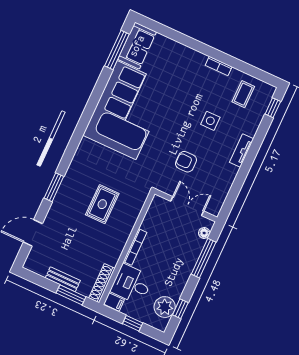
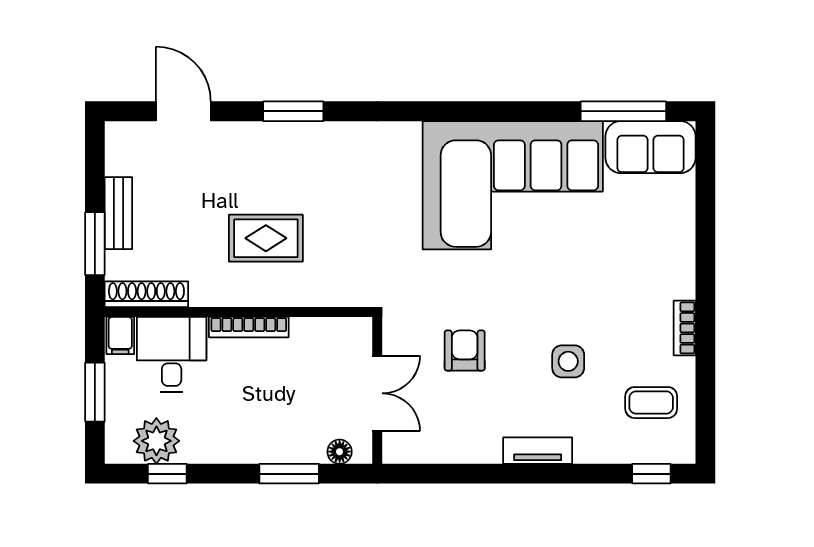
rug: (102, 204) -> (266, 238), moved
window: (204, 258) -> (289, 474), width x0.69
window: (133, 323) -> (95, 392), width x1.50

